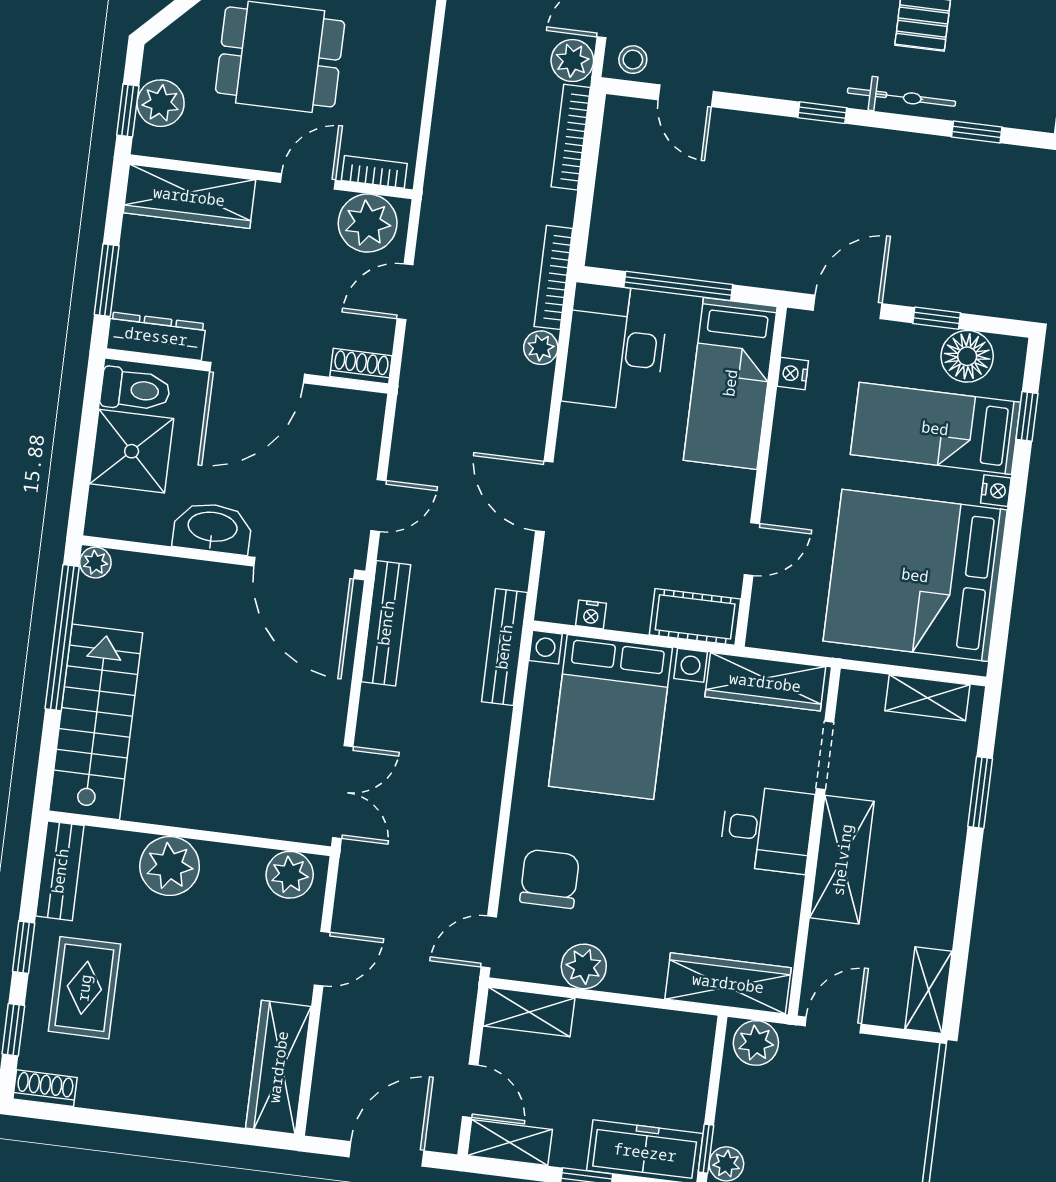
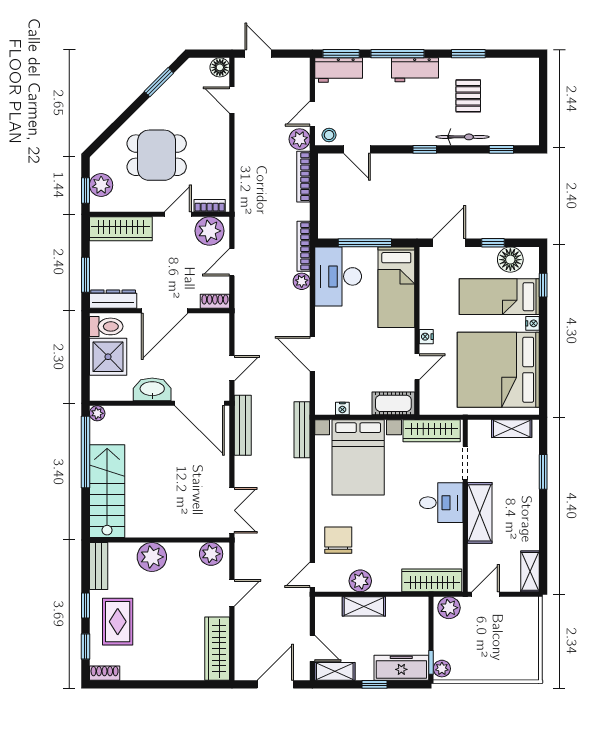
nightstand: (793, 373) -> (426, 337), moved
shelving: (529, 1012) -> (364, 606), moved

